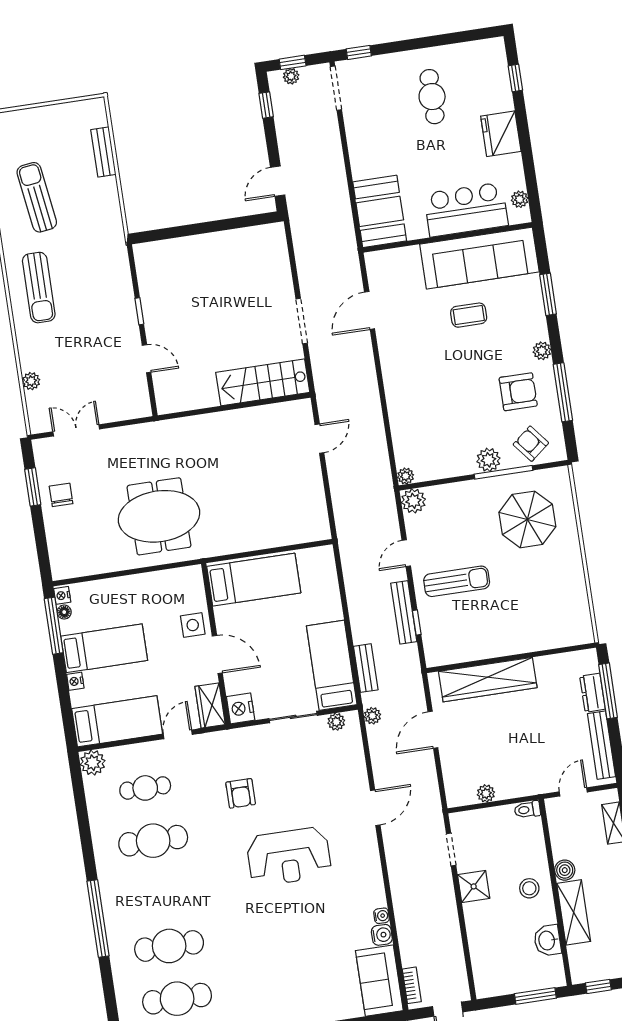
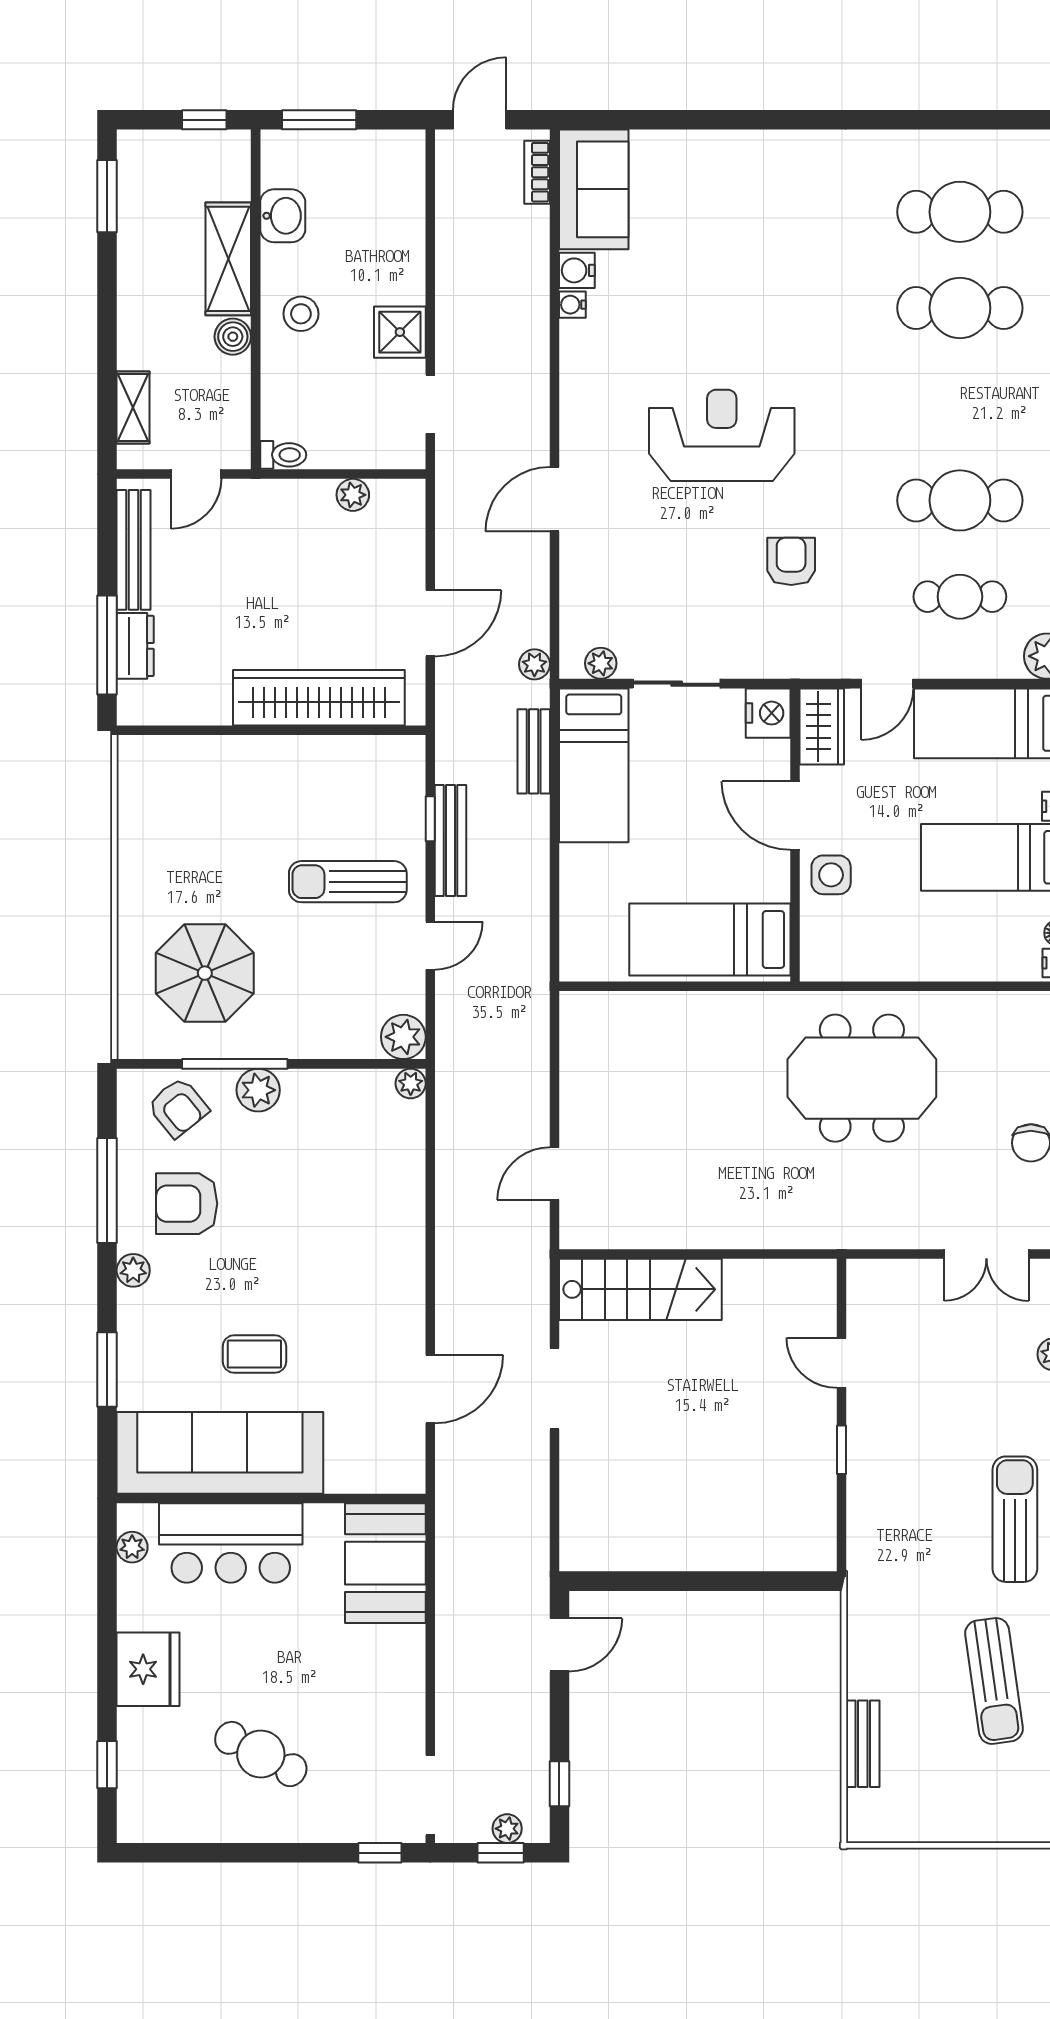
cafe table: (432, 97) -> (261, 1754), turned -62

